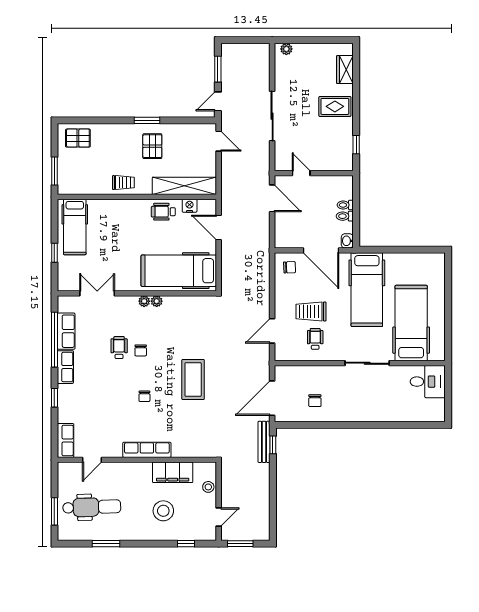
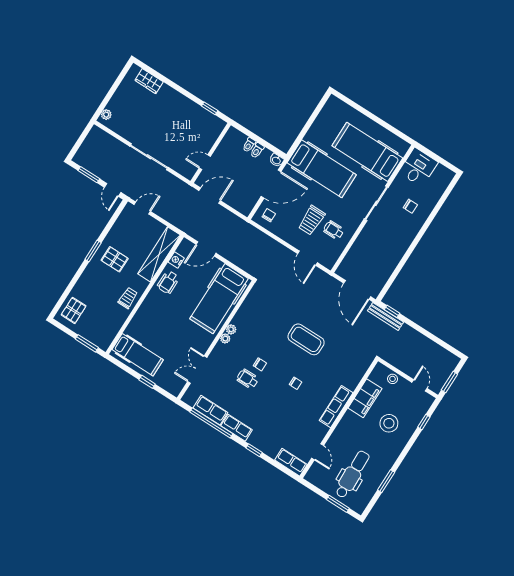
rug: (335, 106) -> (171, 106), removed
chair: (315, 401) -> (410, 206), moved

